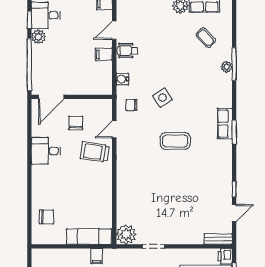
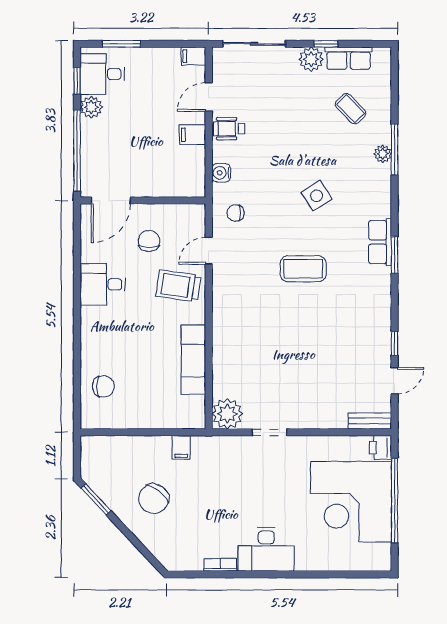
side table: (163, 98) -> (317, 196), moved
exam couch: (89, 237) -> (193, 360), moved, turned -90

